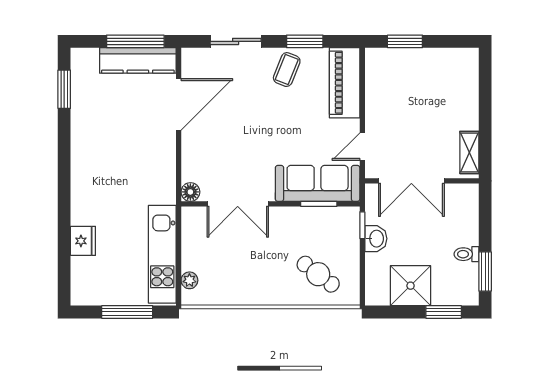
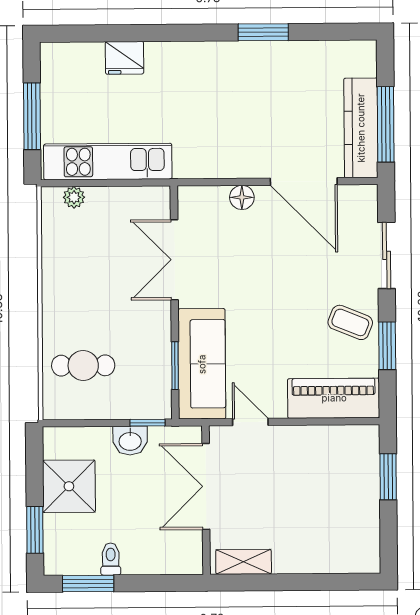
window: (64, 89) -> (263, 32), moved
floor lamp: (190, 192) -> (242, 197), moved
cafe table: (318, 274) -> (83, 365), turned 53

